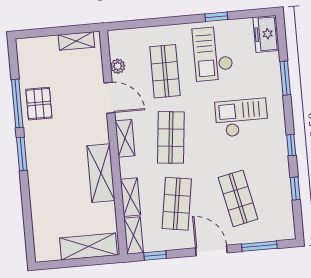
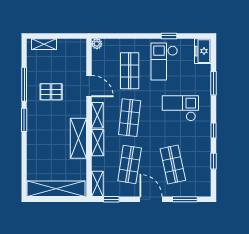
shelving: (76, 41) -> (44, 44), moved
plant: (118, 66) -> (97, 44), moved
pallet: (39, 104) -> (51, 92), moved, turned 90
shelving: (130, 197) -> (98, 143), moved
shelving: (88, 246) -> (56, 189), width x1.47

